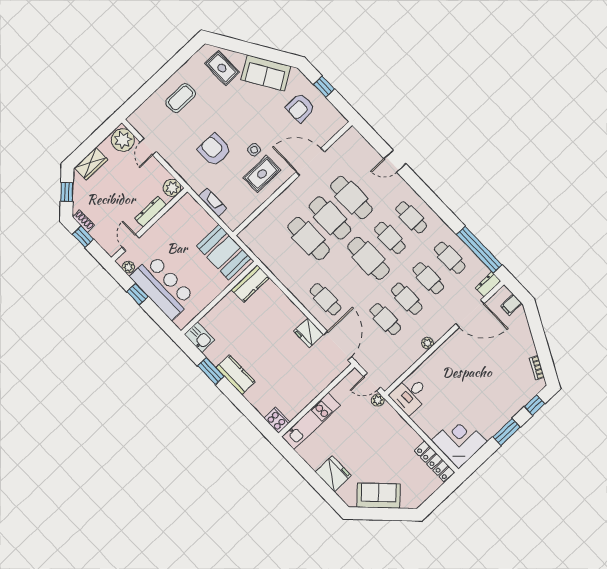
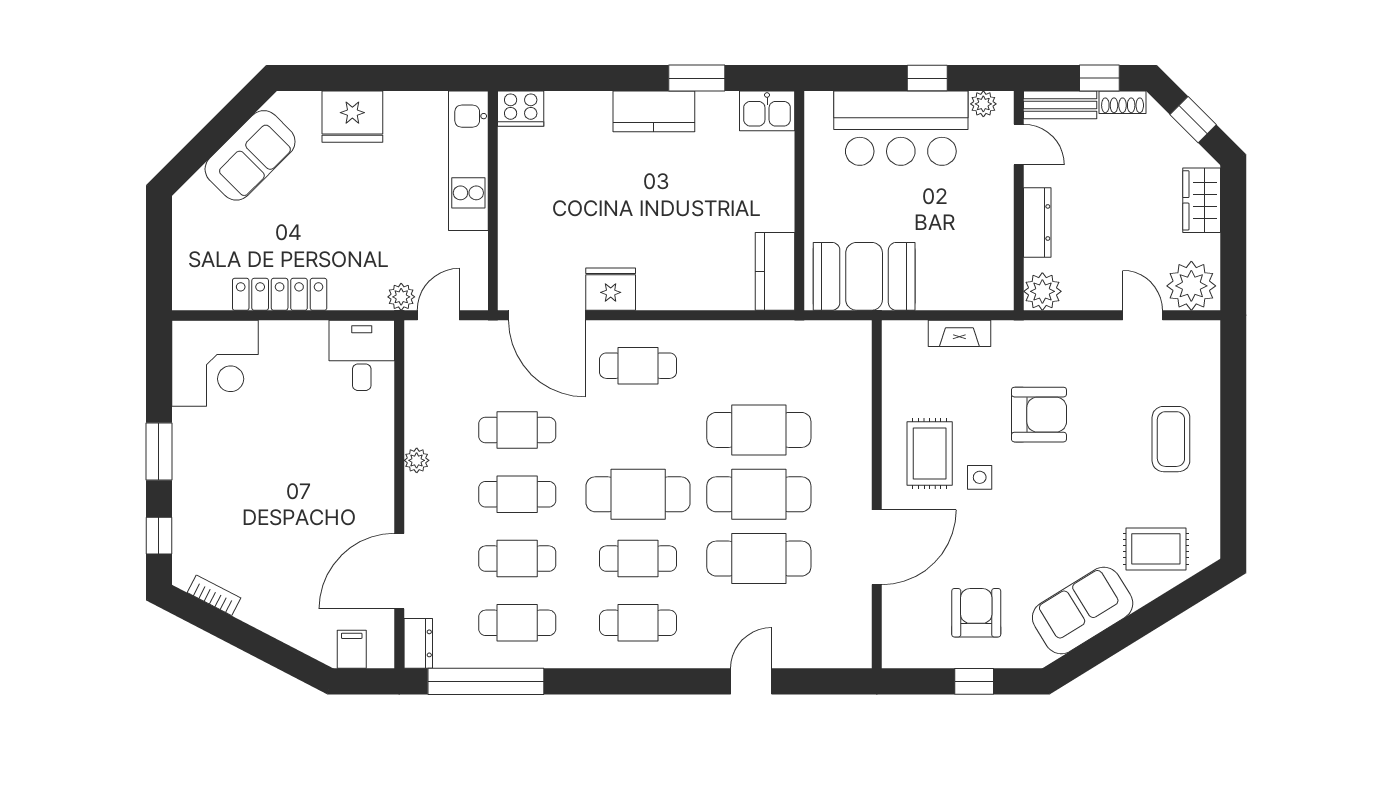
bench: (104, 241) -> (1060, 105), added
locker: (434, 461) -> (280, 294), moved

